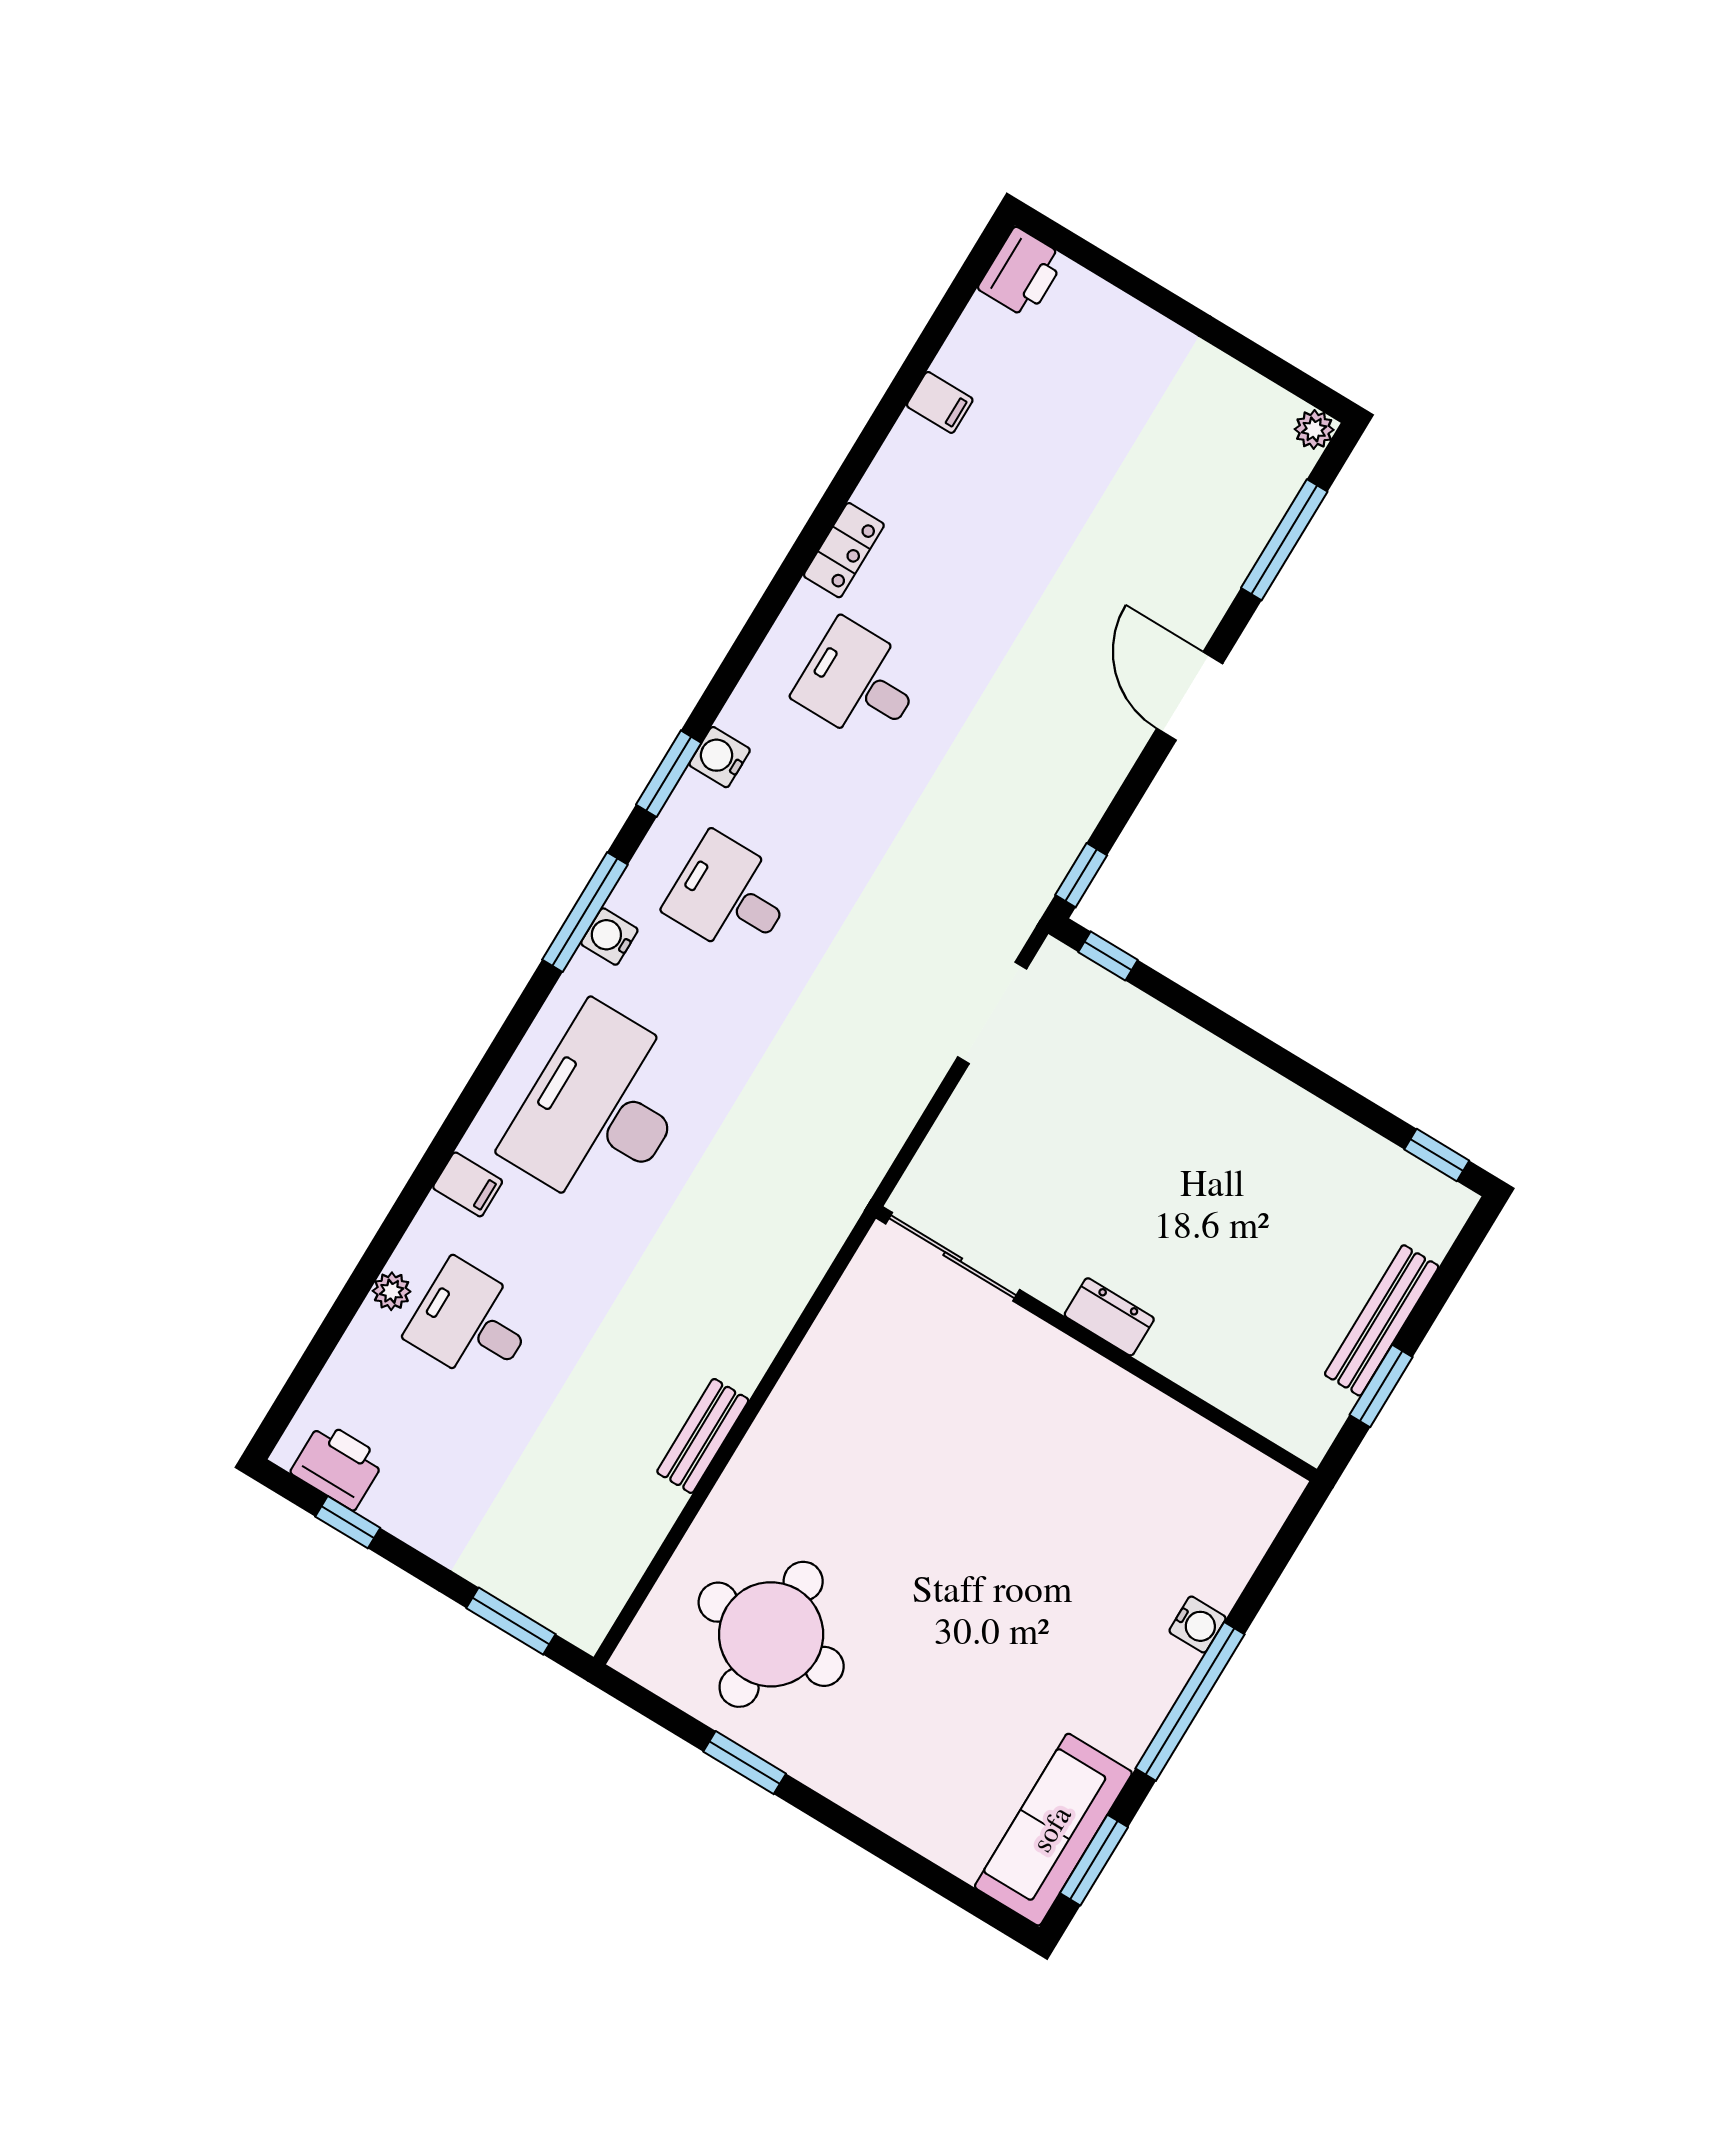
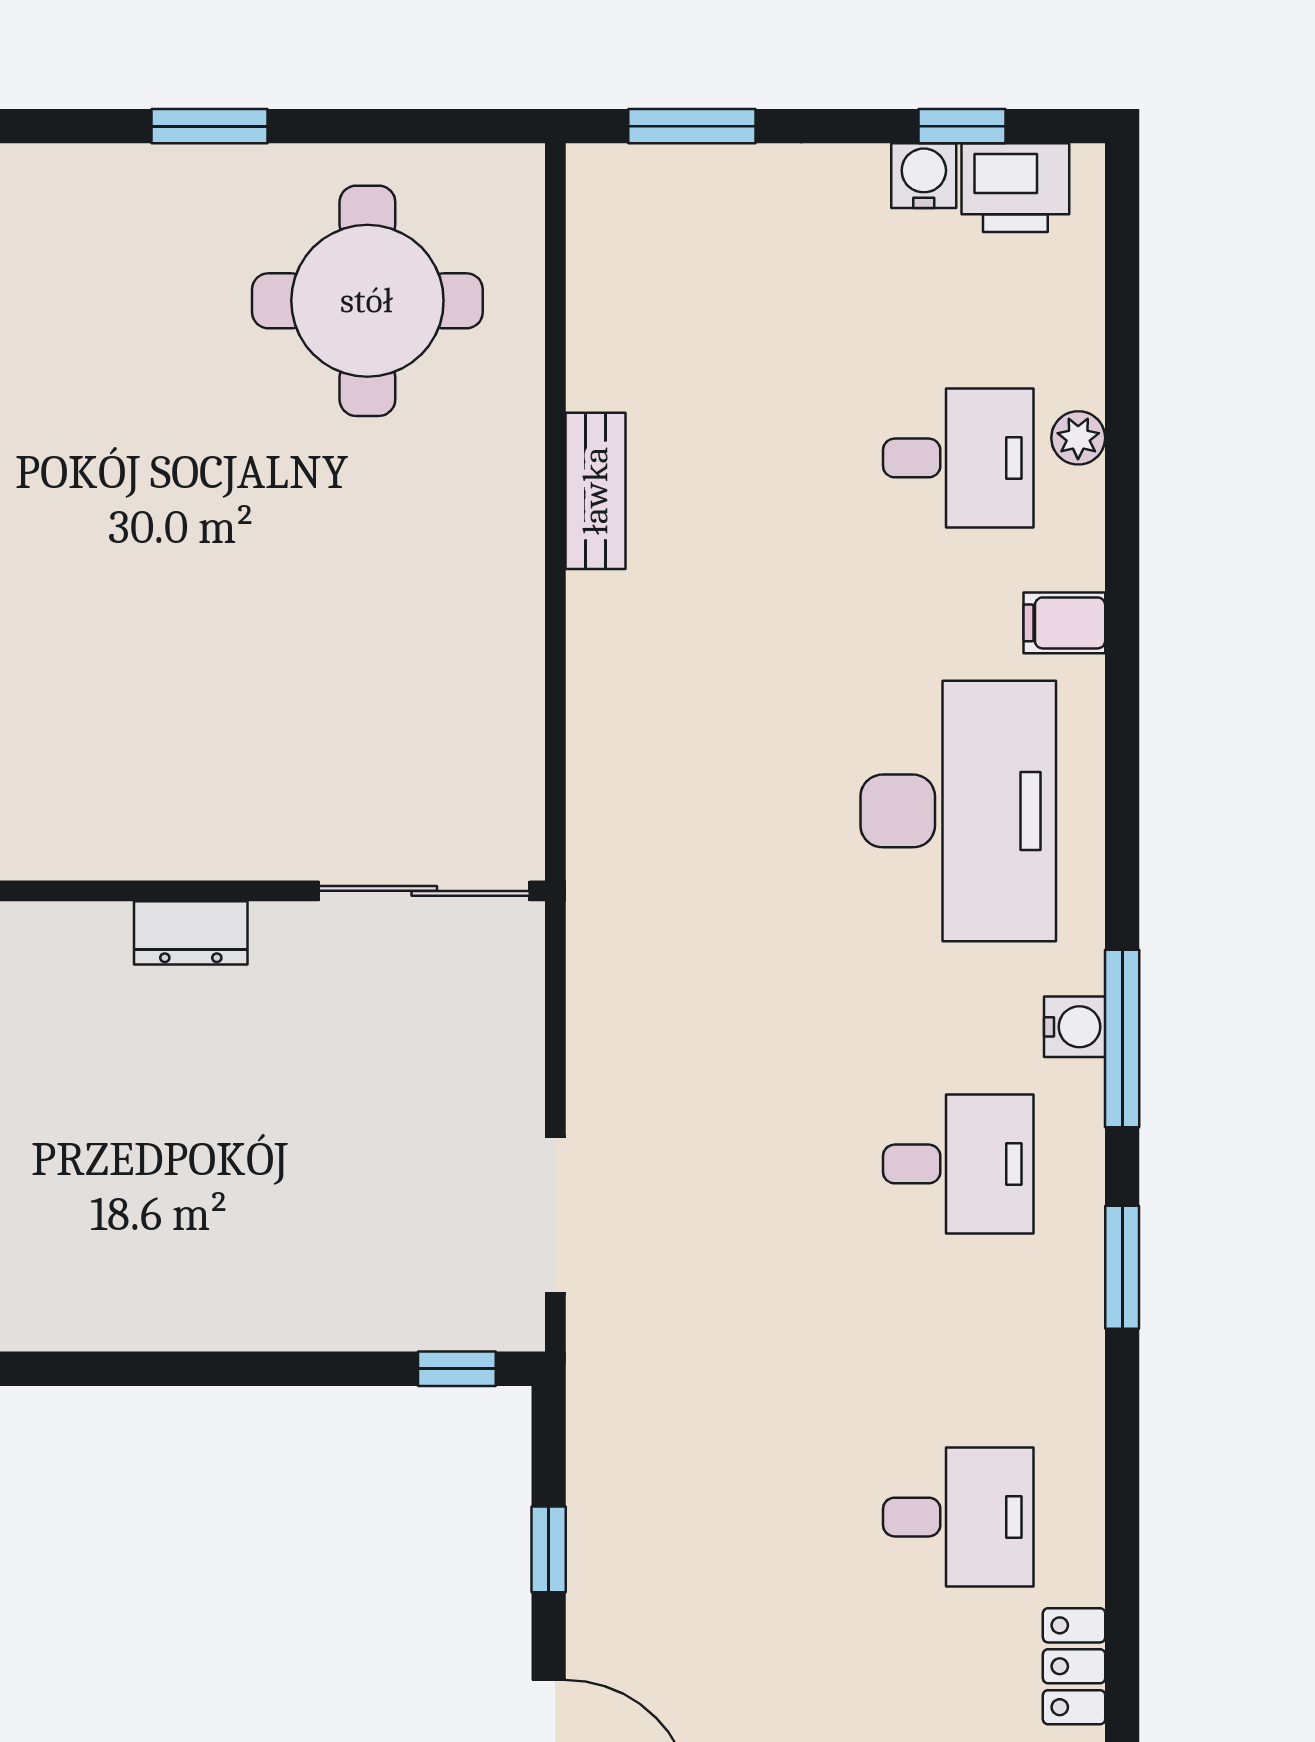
water cooler: (720, 757) -> (924, 176), moved, turned -90
window: (1081, 875) -> (549, 1549), moved
window: (745, 1763) -> (209, 126), moved

